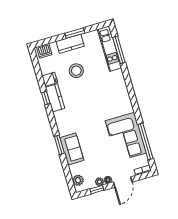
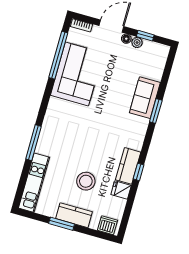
window: (119, 50) -> (33, 143), moved
plant: (78, 180) -> (160, 59), removed

